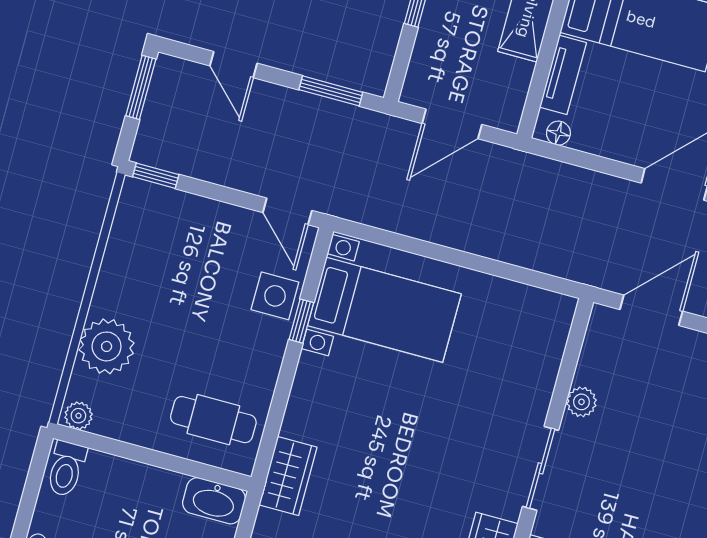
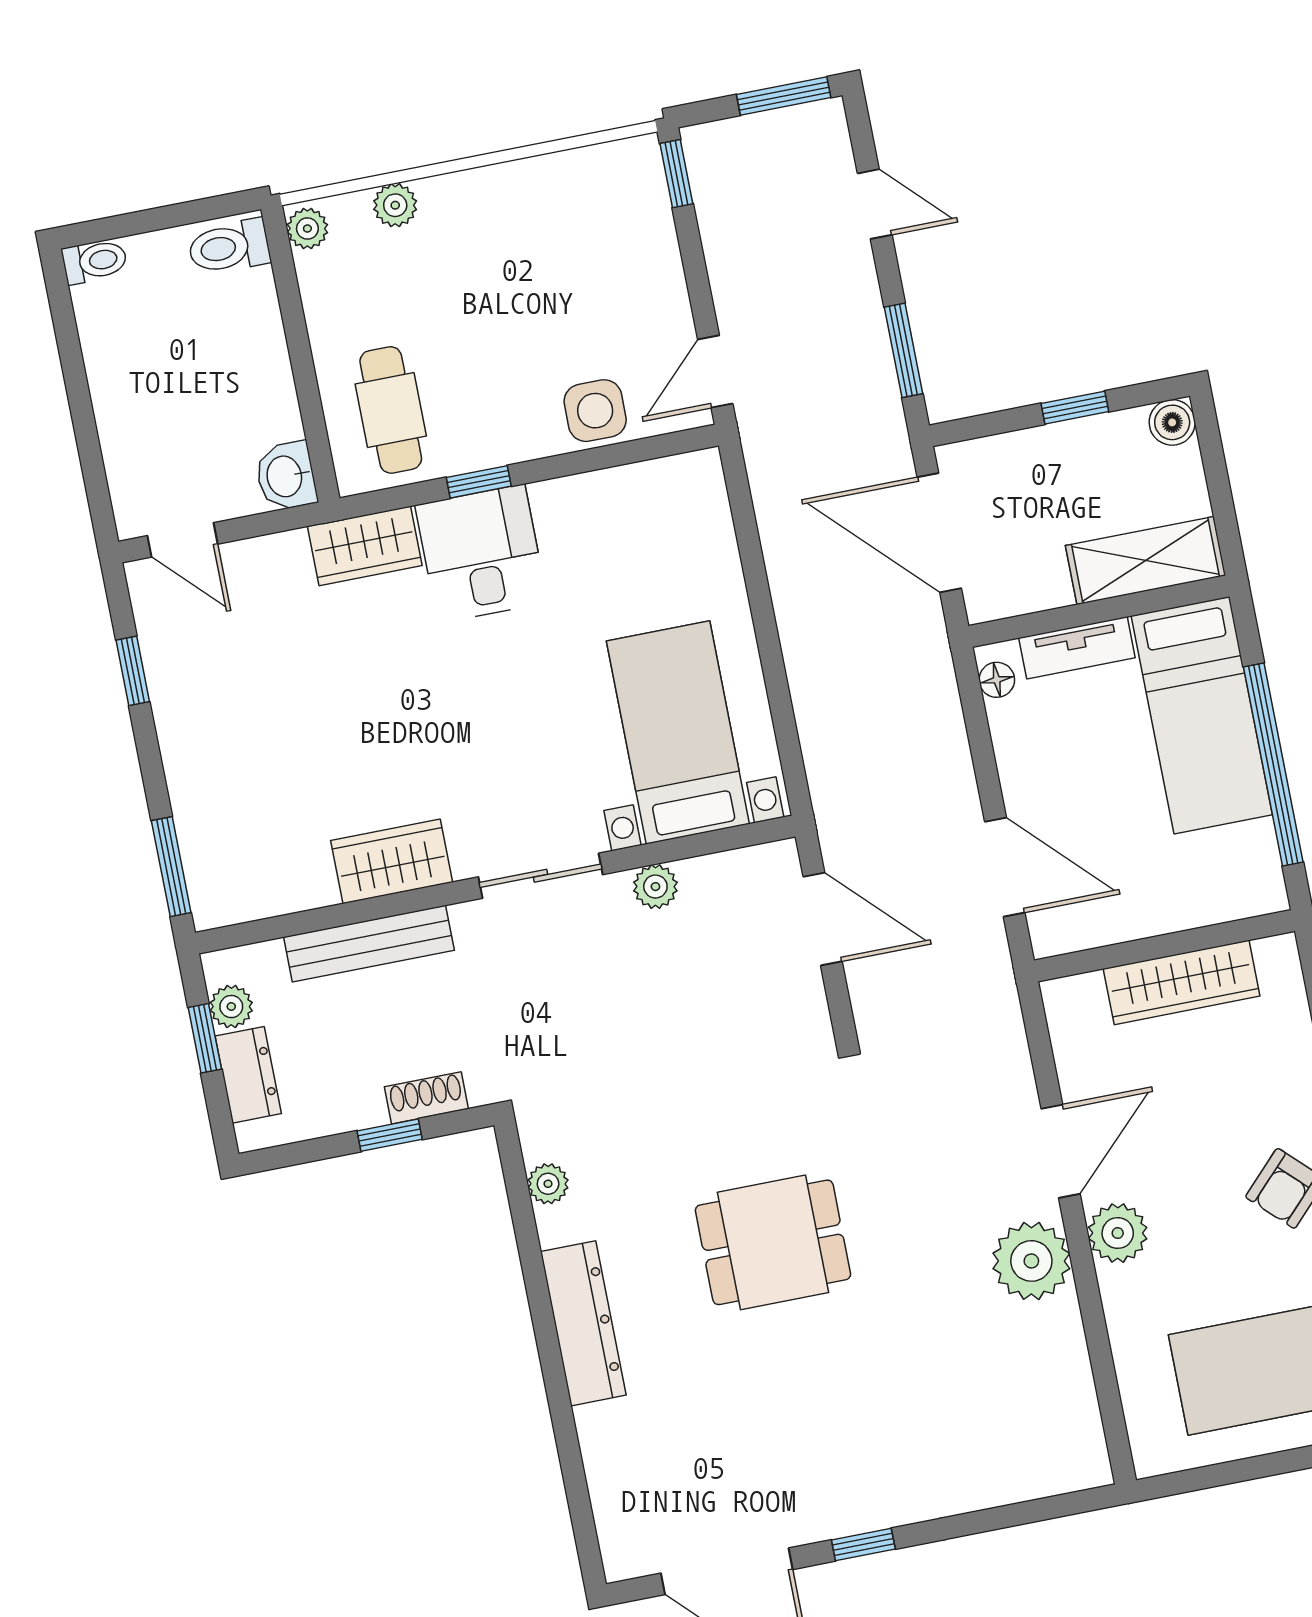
door: (234, 65) -> (875, 204), swing flipped
door: (452, 124) -> (939, 533), width x1.36
bed with nightstands: (384, 310) -> (678, 733), moved, turned 180
window: (301, 321) -> (479, 482), moved
plant: (107, 346) -> (395, 205), width x0.53, depth x0.53
desk: (328, 408) -> (481, 554), added
washbasin: (214, 501) -> (286, 476), width x0.72

